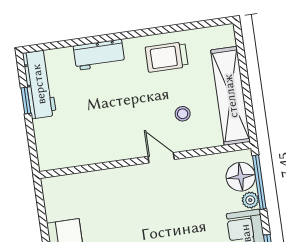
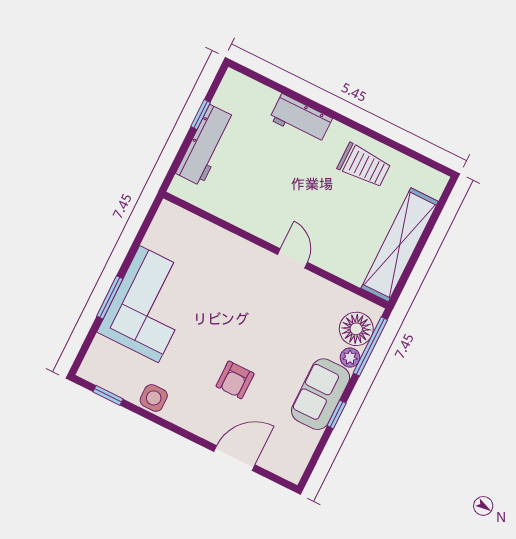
trolley: (167, 57) -> (364, 165), turned 180
workbench: (39, 84) -> (206, 145), moved
stool: (183, 114) -> (342, 230), removed

